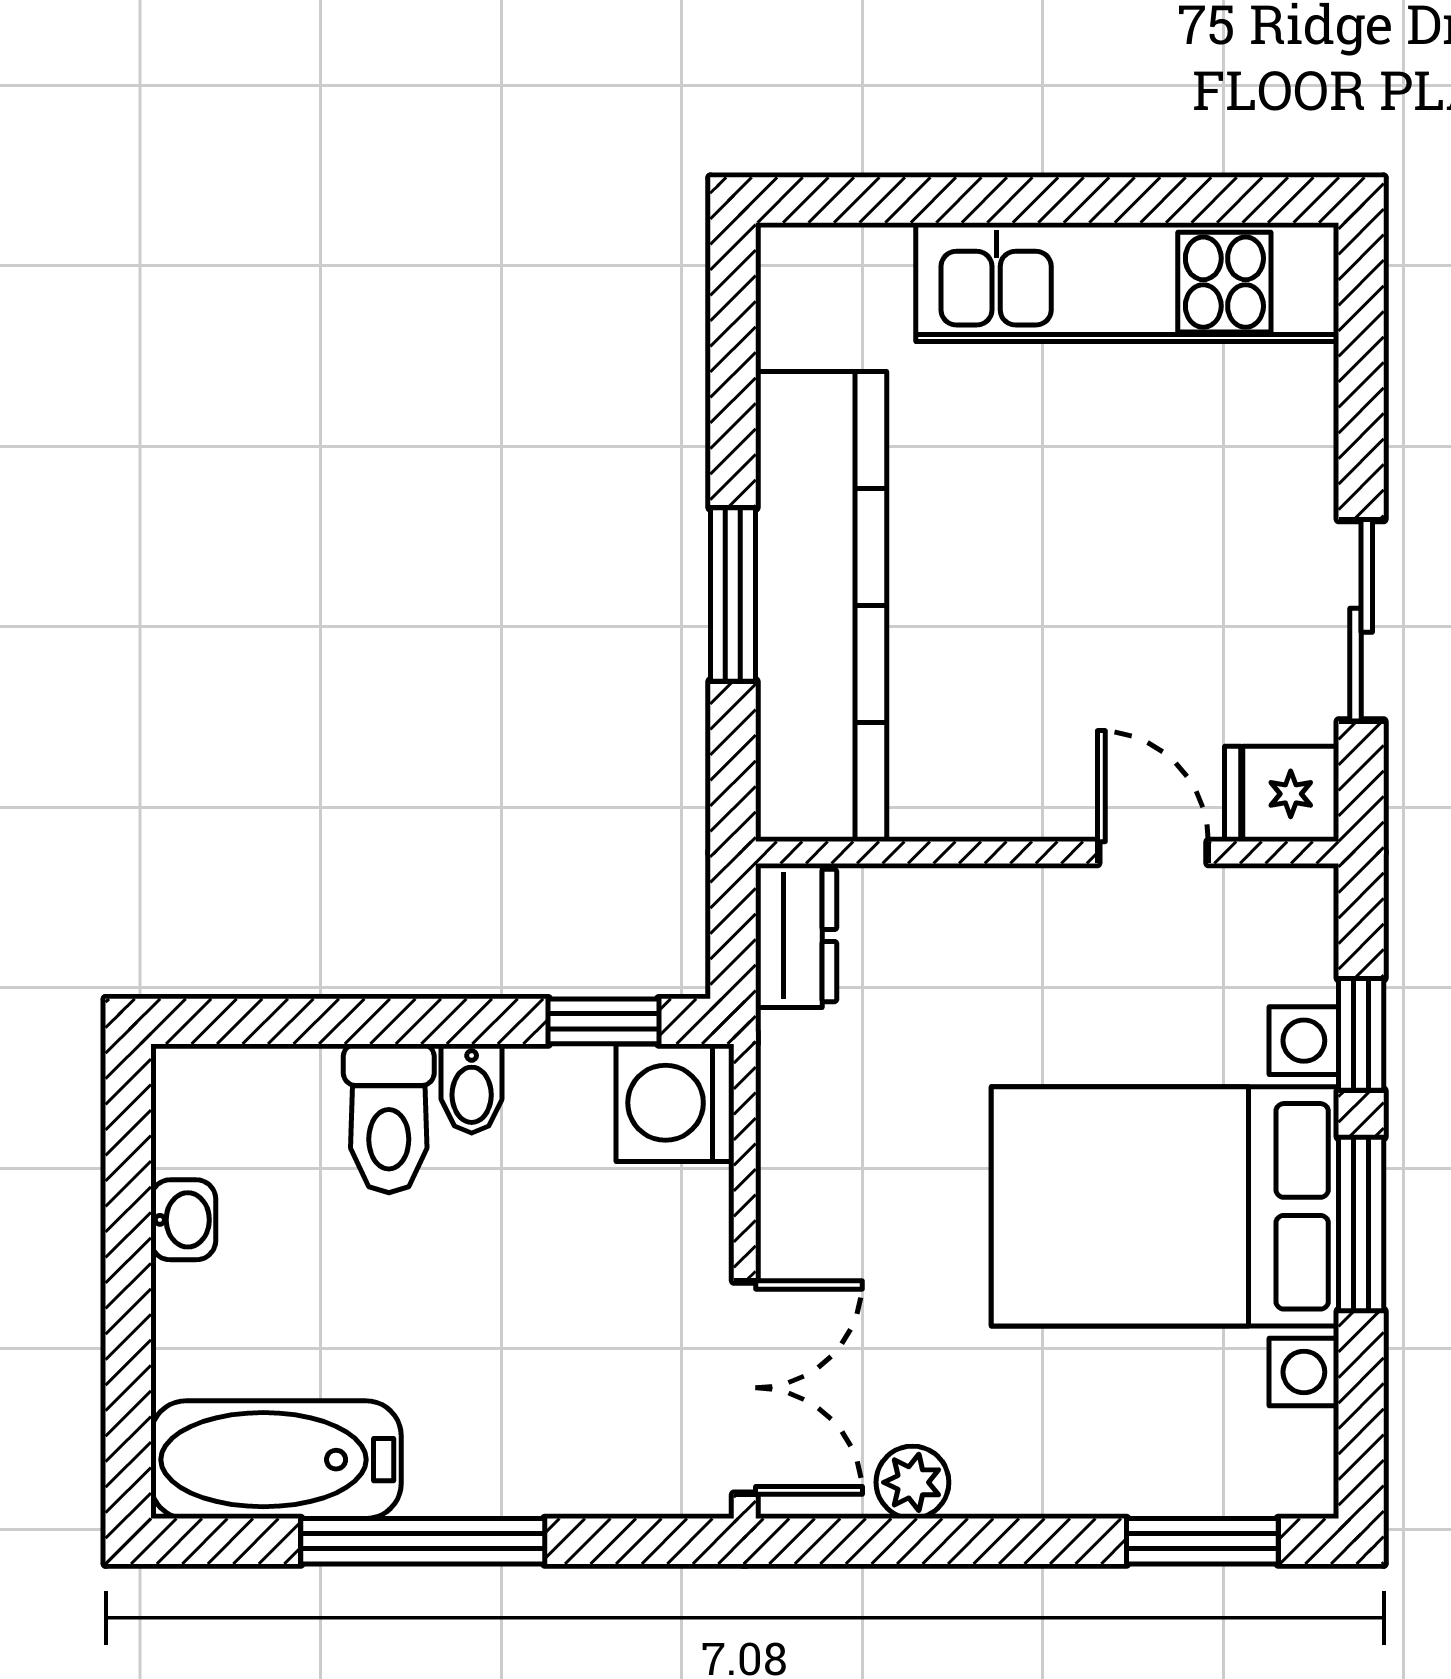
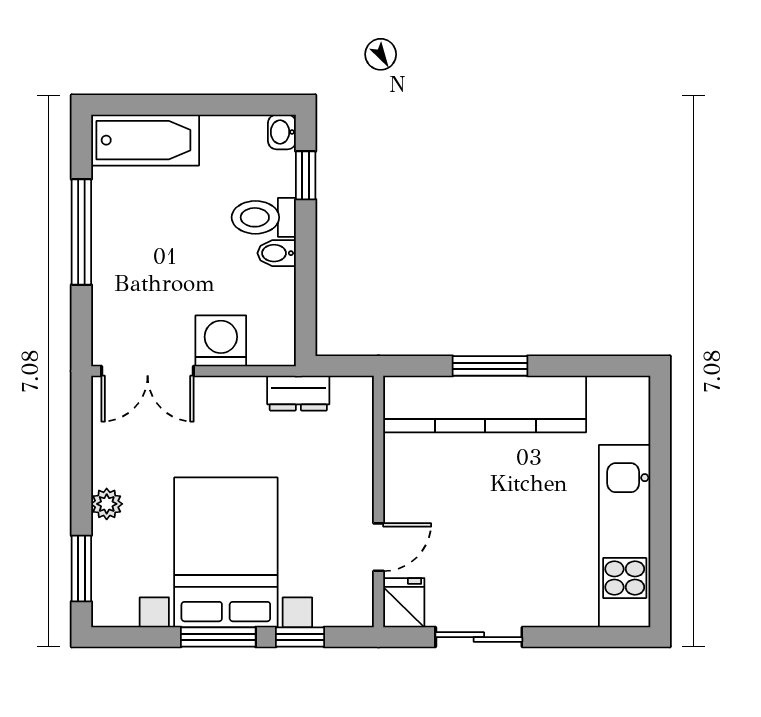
dresser: (796, 935) -> (298, 393), moved
window: (603, 1021) -> (306, 175), moved
washing machine: (675, 1103) -> (221, 341), moved
washbasin: (183, 1220) -> (282, 132), moved, turned 90
bathtub: (276, 1460) -> (145, 140), moved, turned 90
plant: (912, 1482) -> (107, 504), moved

